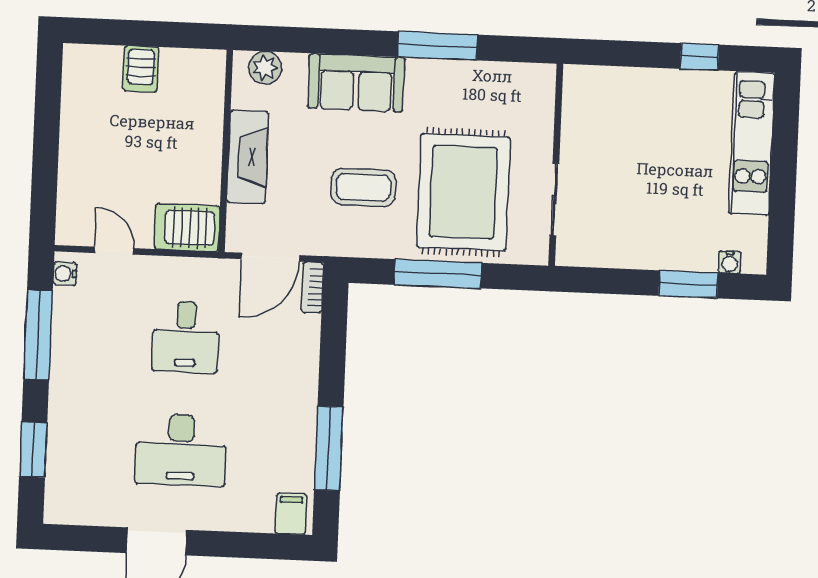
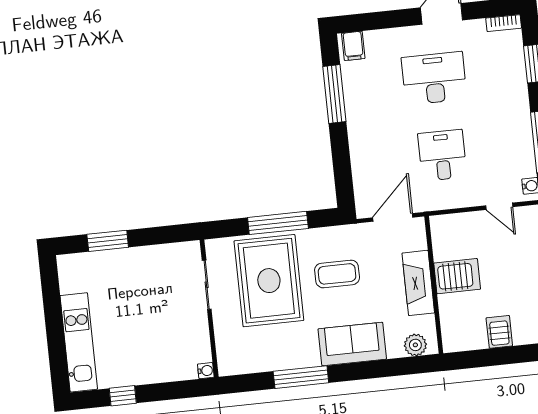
server rack: (187, 228) -> (457, 276), moved
water cooler: (730, 262) -> (206, 371), moved, turned 90
bookcase: (312, 287) -> (504, 23), moved, turned 90

